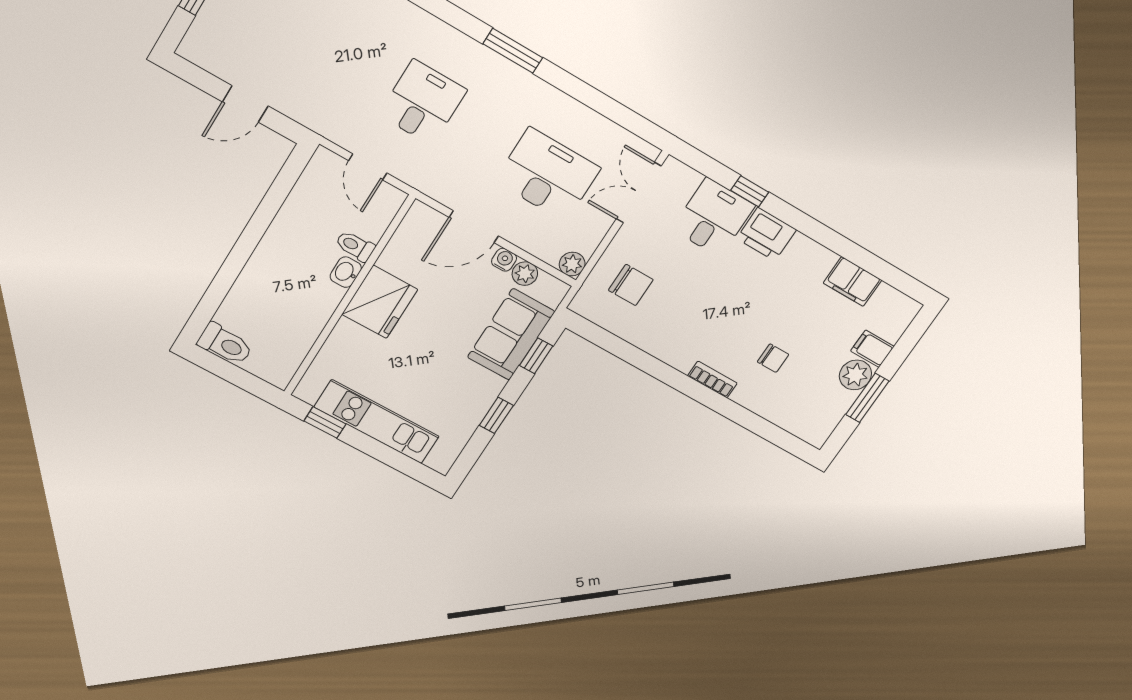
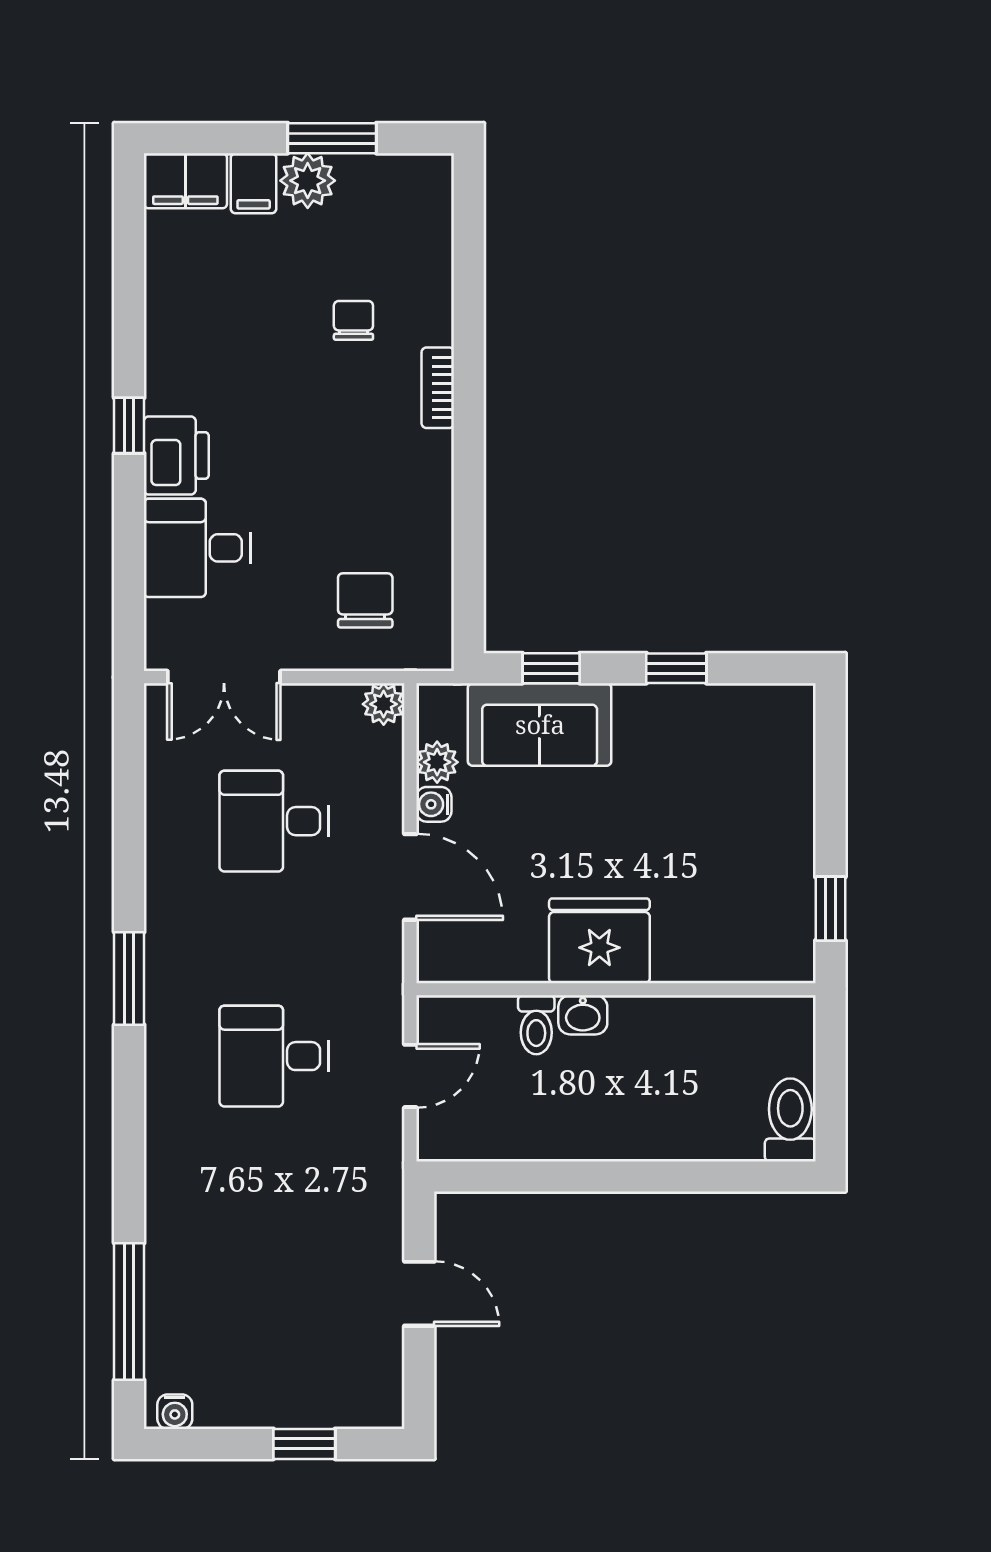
desk: (548, 175) -> (274, 821), width x0.73
window: (750, 191) -> (129, 425), moved
filing cabinet: (853, 282) -> (185, 181), moved, turned 90
kitchen unit: (377, 422) -> (786, 835), removed

